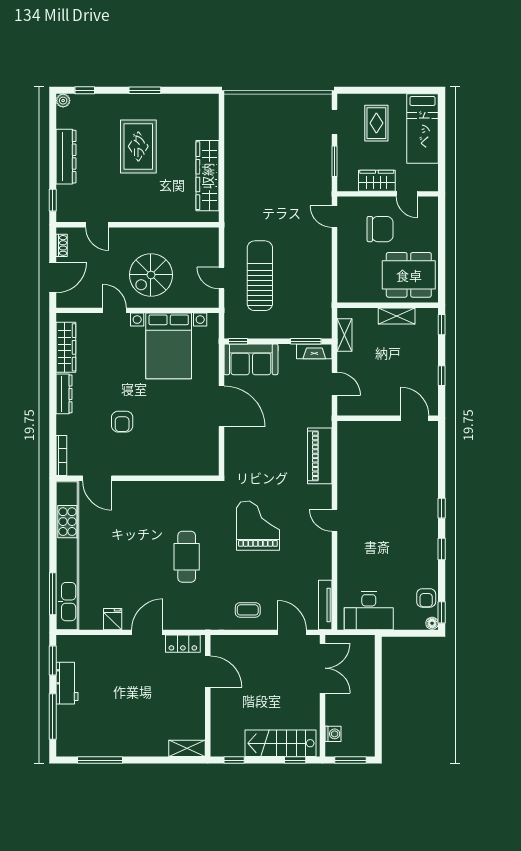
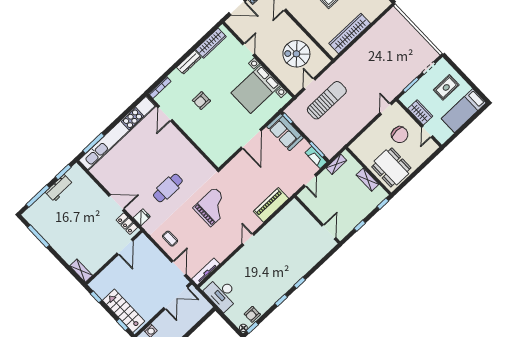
spiral stairs: (151, 275) -> (296, 54), moved
fridge: (113, 619) -> (142, 217), moved

